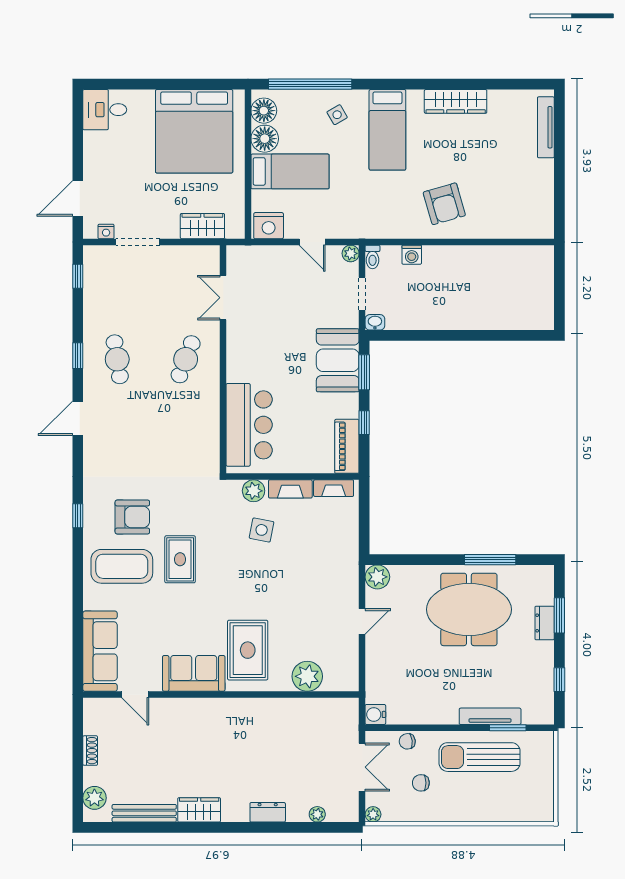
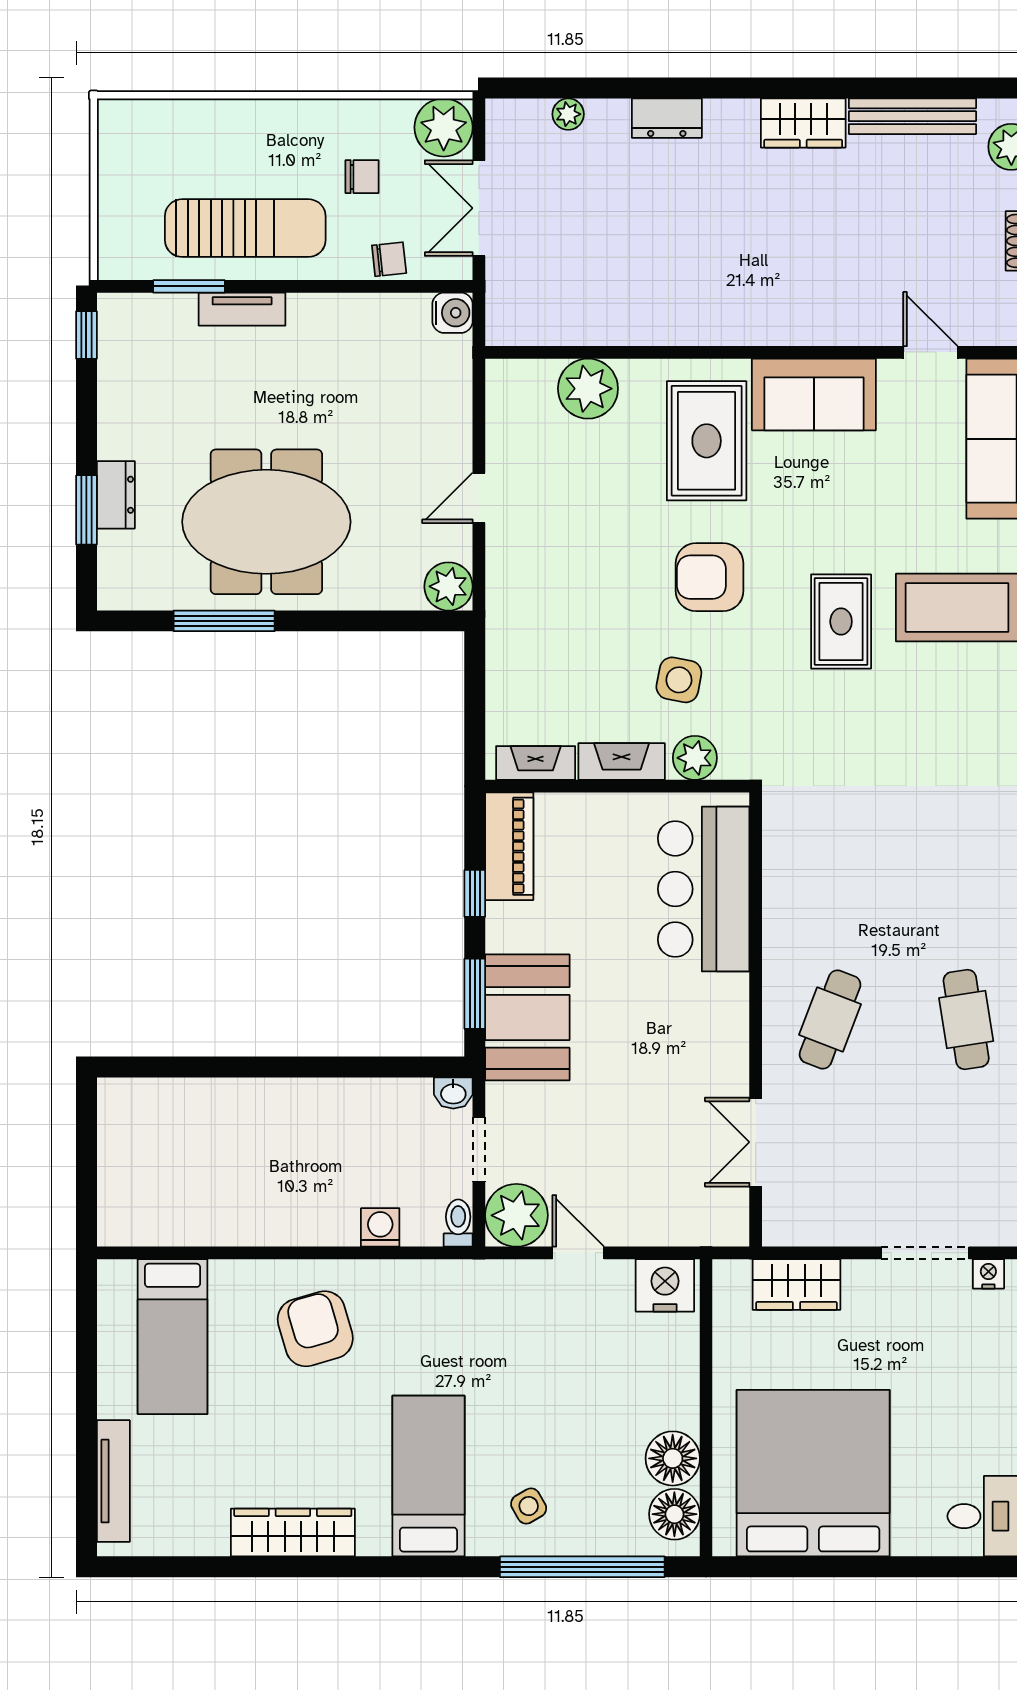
bed: (290, 171) -> (173, 1337), moved, turned -90
plant: (351, 253) -> (516, 1215), width x1.87, depth x1.87
double door: (223, 298) -> (756, 1142), swing flipped
armchair: (132, 517) -> (710, 577), moved
window: (559, 680) -> (86, 335), moved
tv unit: (490, 716) -> (242, 309), width x0.71
plant: (373, 814) -> (444, 127), width x1.88, depth x1.88

